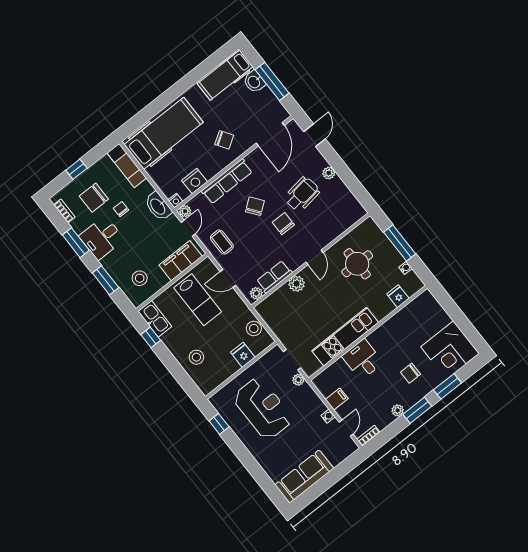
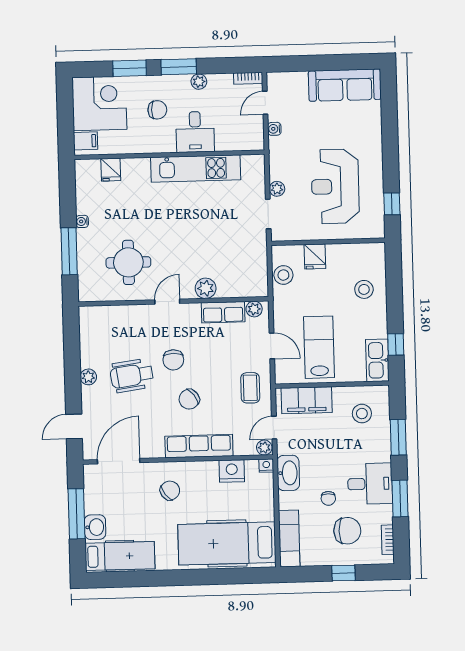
chair: (224, 140) -> (170, 491), turned 86
fridge: (398, 296) -> (111, 170), moved
wall: (368, 333) -> (169, 155), moved
kitchen unit: (345, 337) -> (196, 169), moved
desk: (363, 360) -> (195, 132), moved
filing cabinet: (337, 399) -> (86, 141), moved, turned 180

